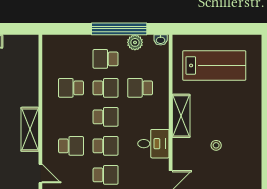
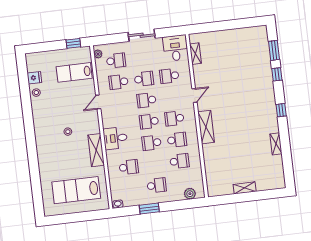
window: (119, 29) -> (149, 209), width x0.47
plant: (135, 42) -> (190, 194), moved
school desk: (106, 88) -> (177, 140), moved, turned 180
desk: (153, 144) -> (115, 138), moved
door: (40, 174) -> (194, 96), swing flipped

